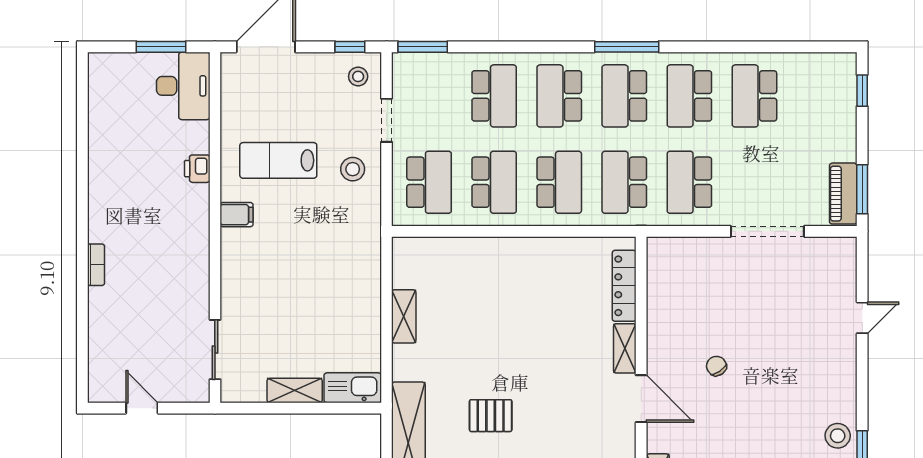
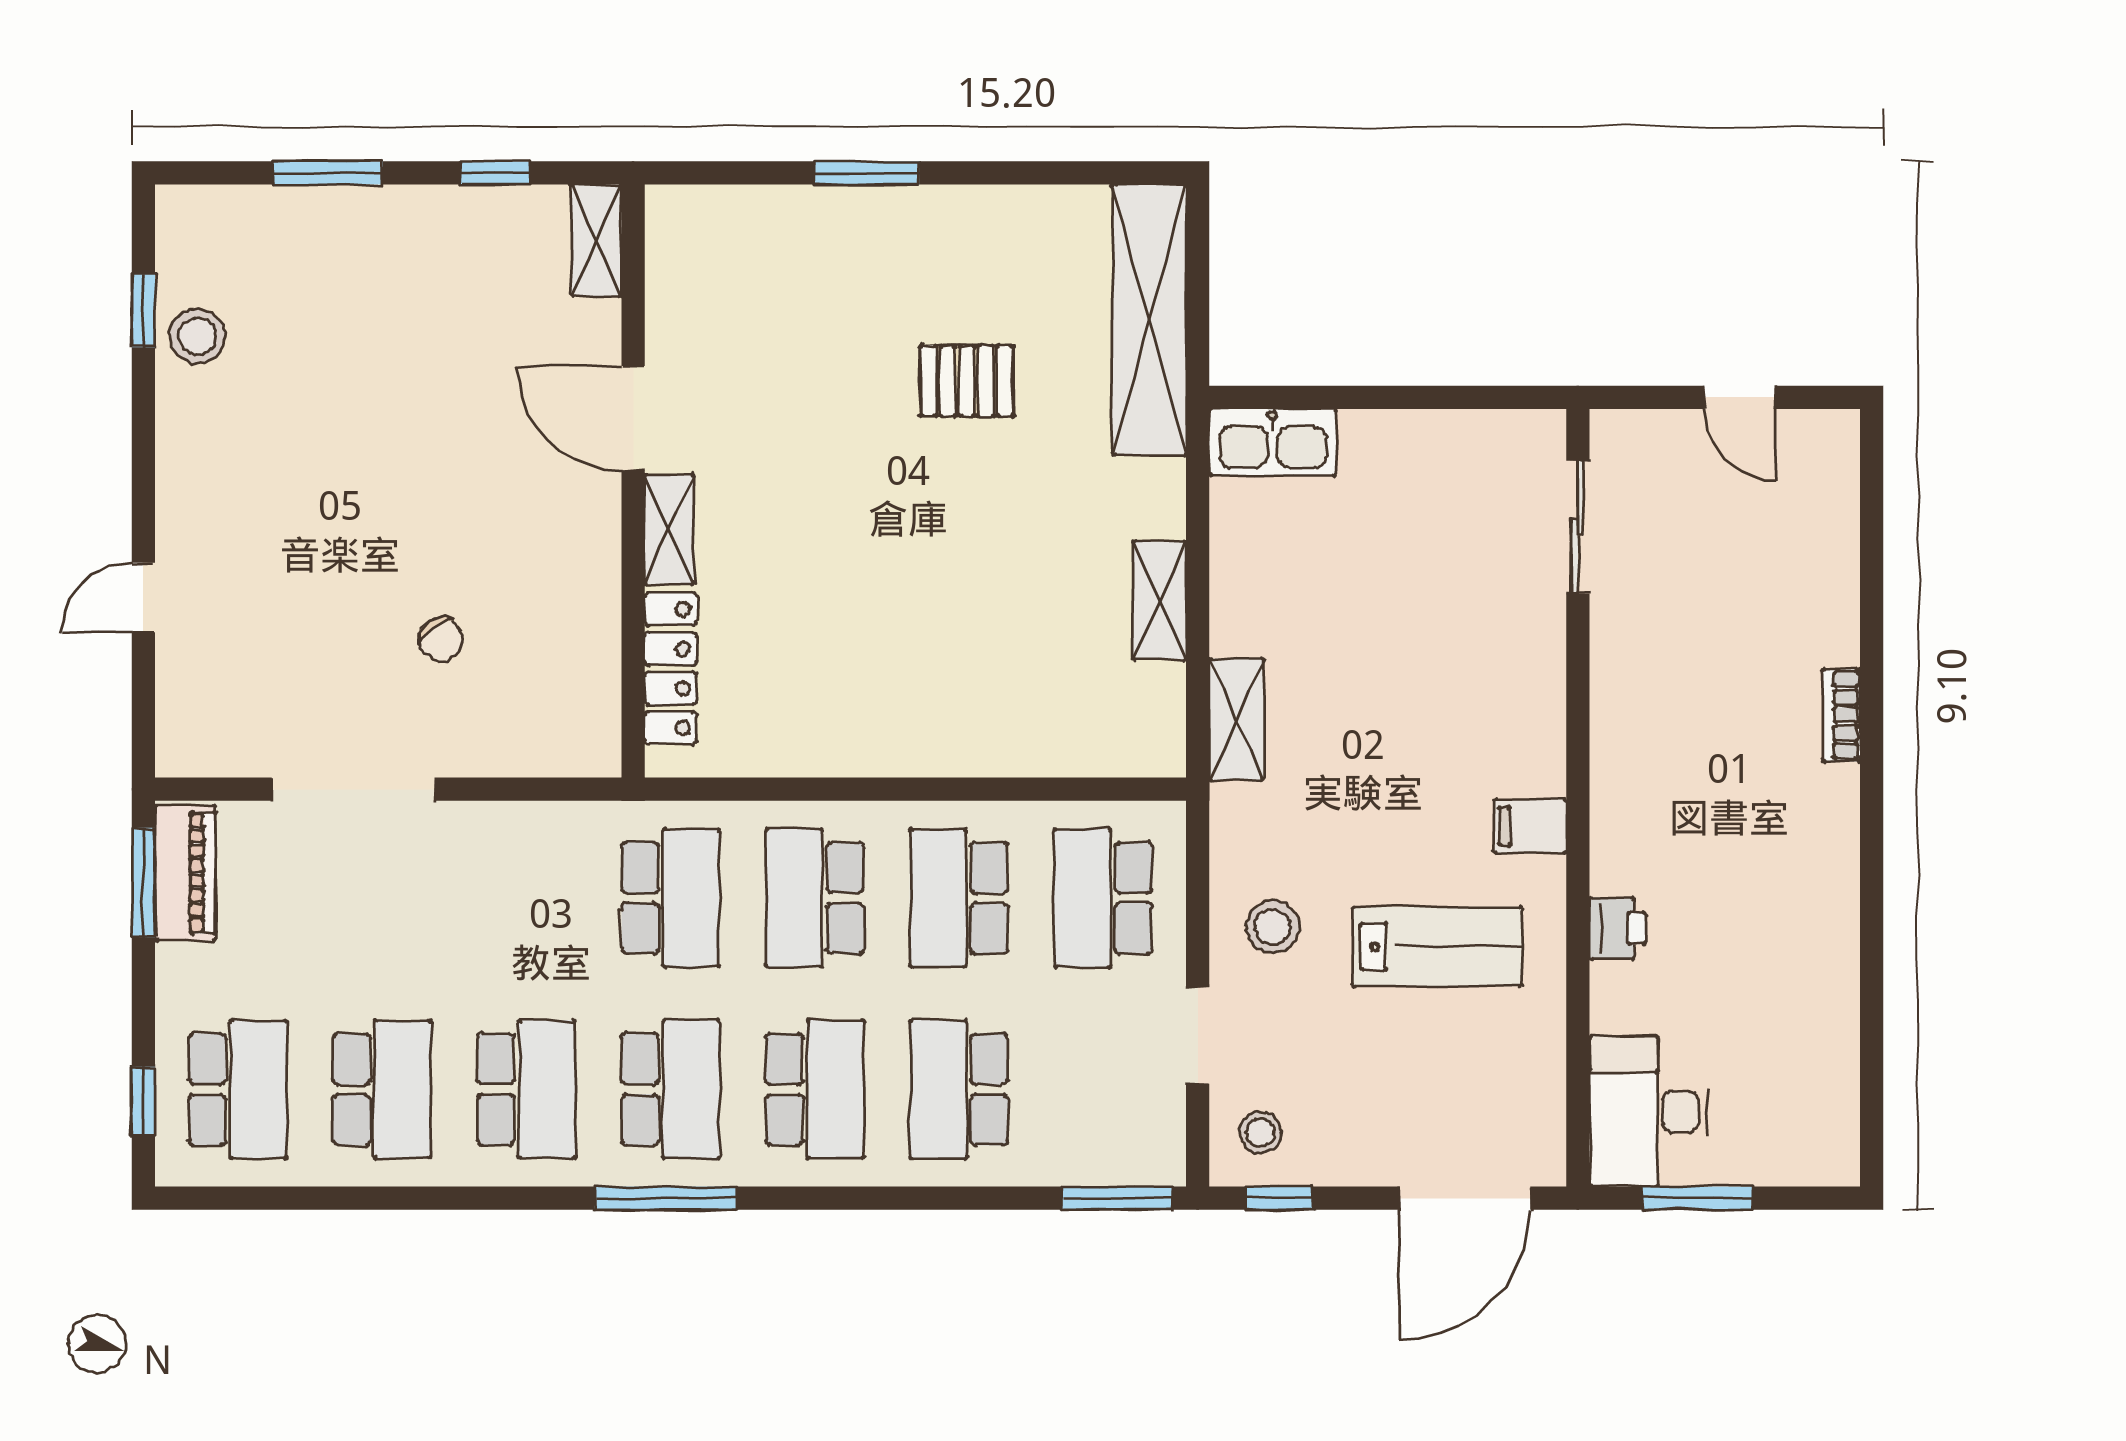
school desk: (689, 182) -> (238, 1089), moved
chair: (716, 366) -> (441, 639), moved
shelving: (295, 391) -> (1236, 719), moved, turned 90

